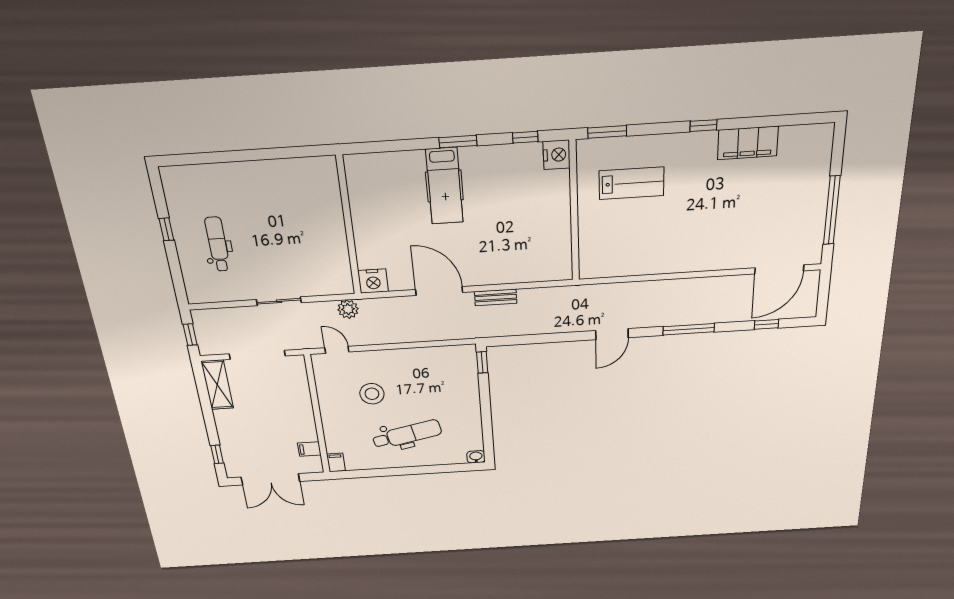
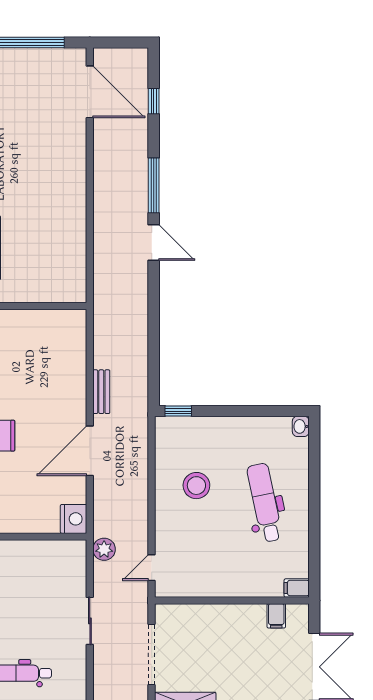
door: (612, 334) -> (154, 242), moved
stool: (372, 394) -> (196, 486), moved

